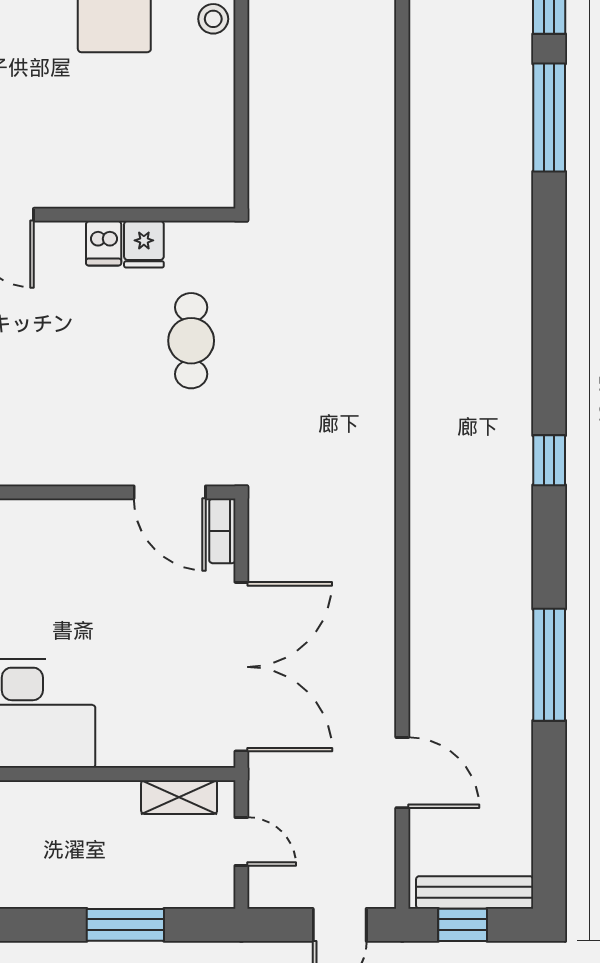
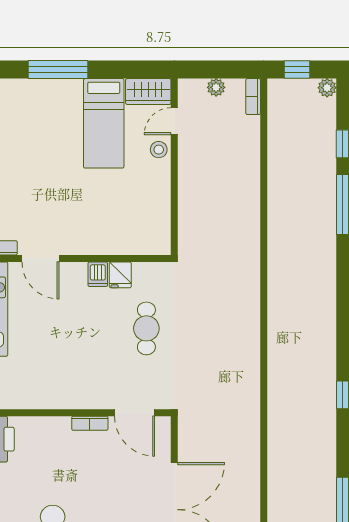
bookcase: (222, 531) -> (90, 423), moved, turned -90

